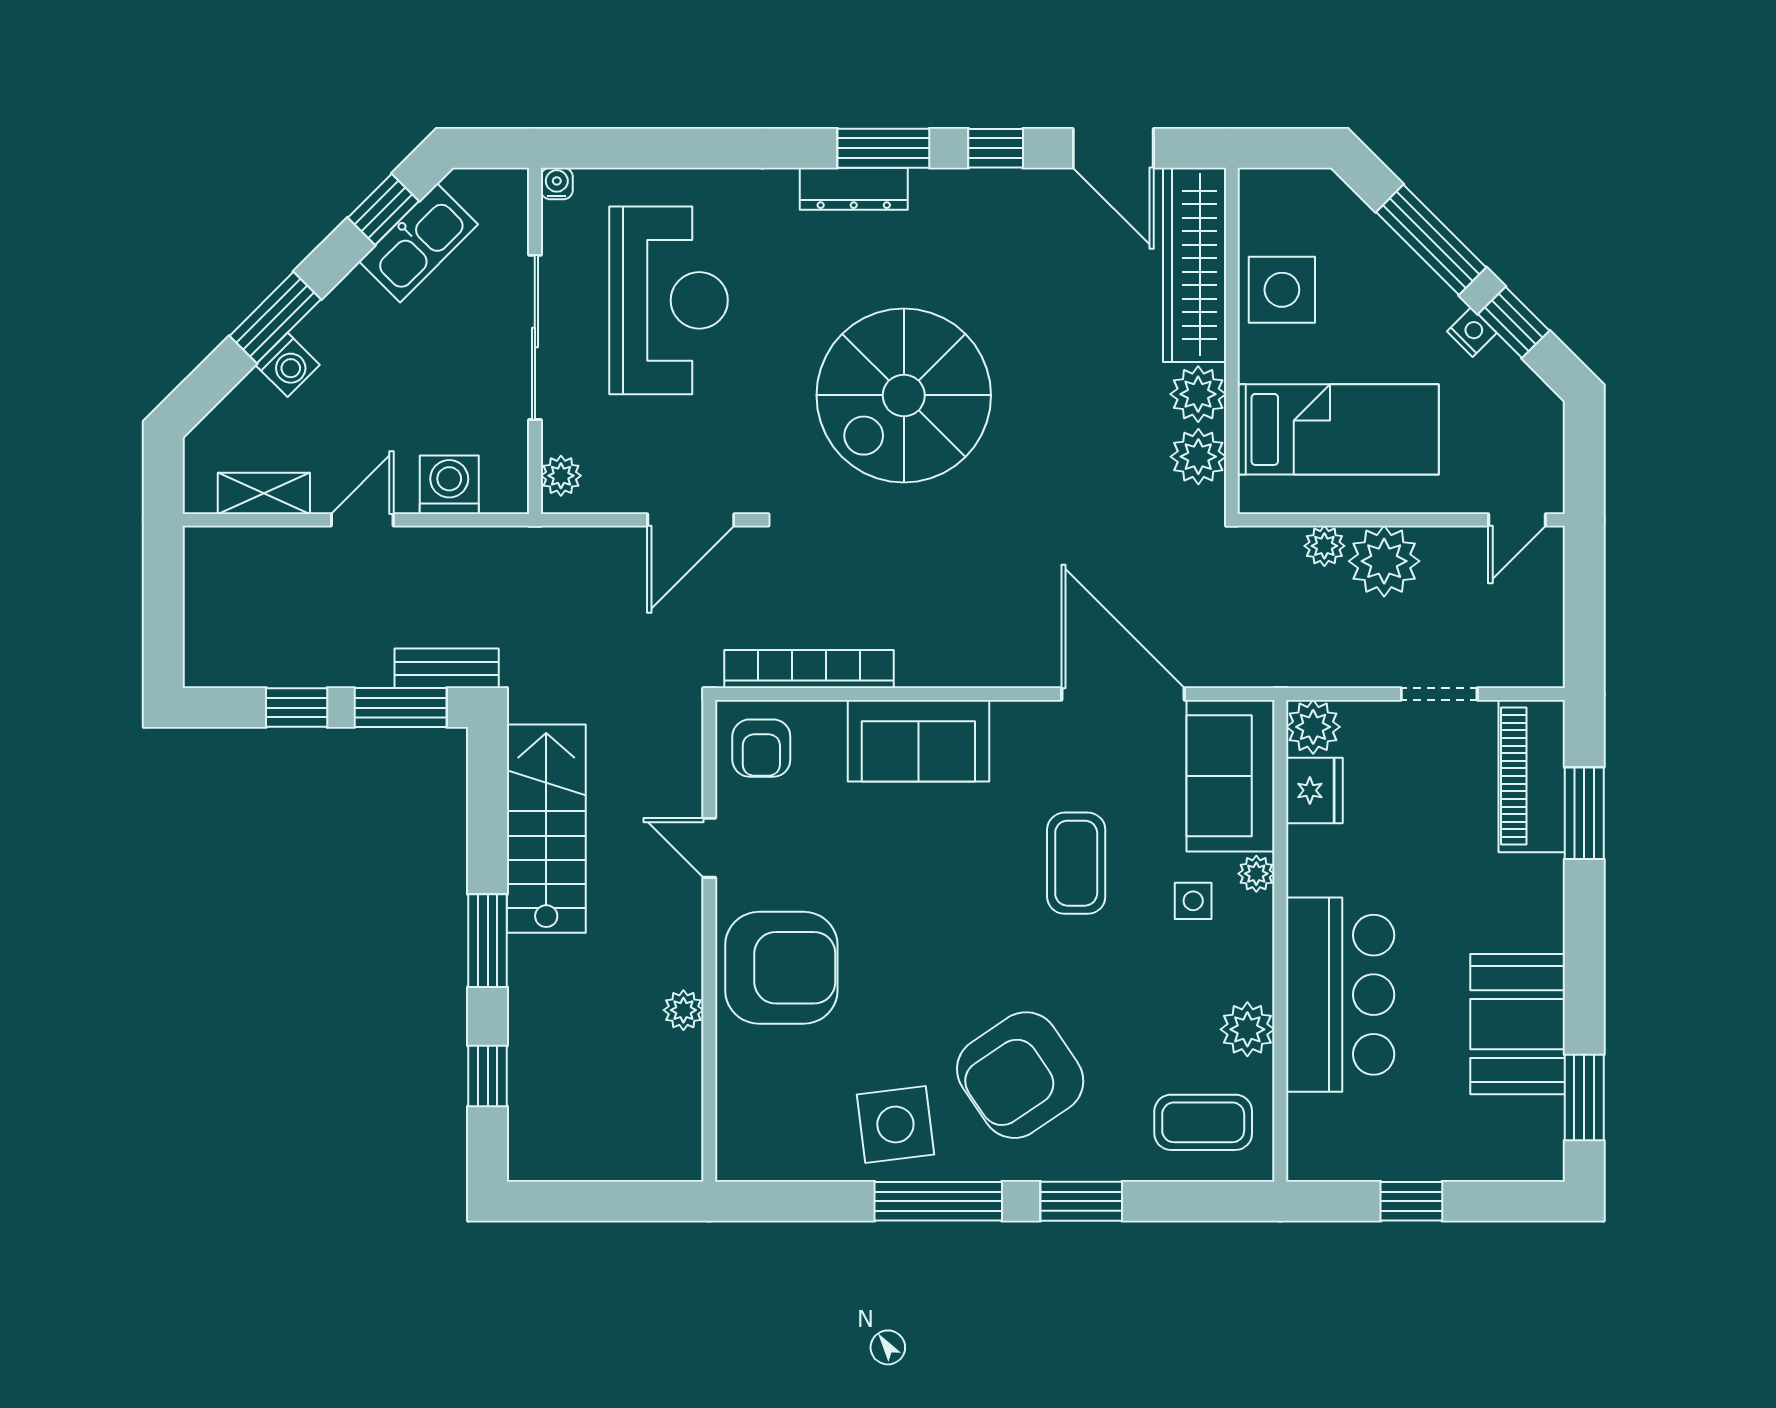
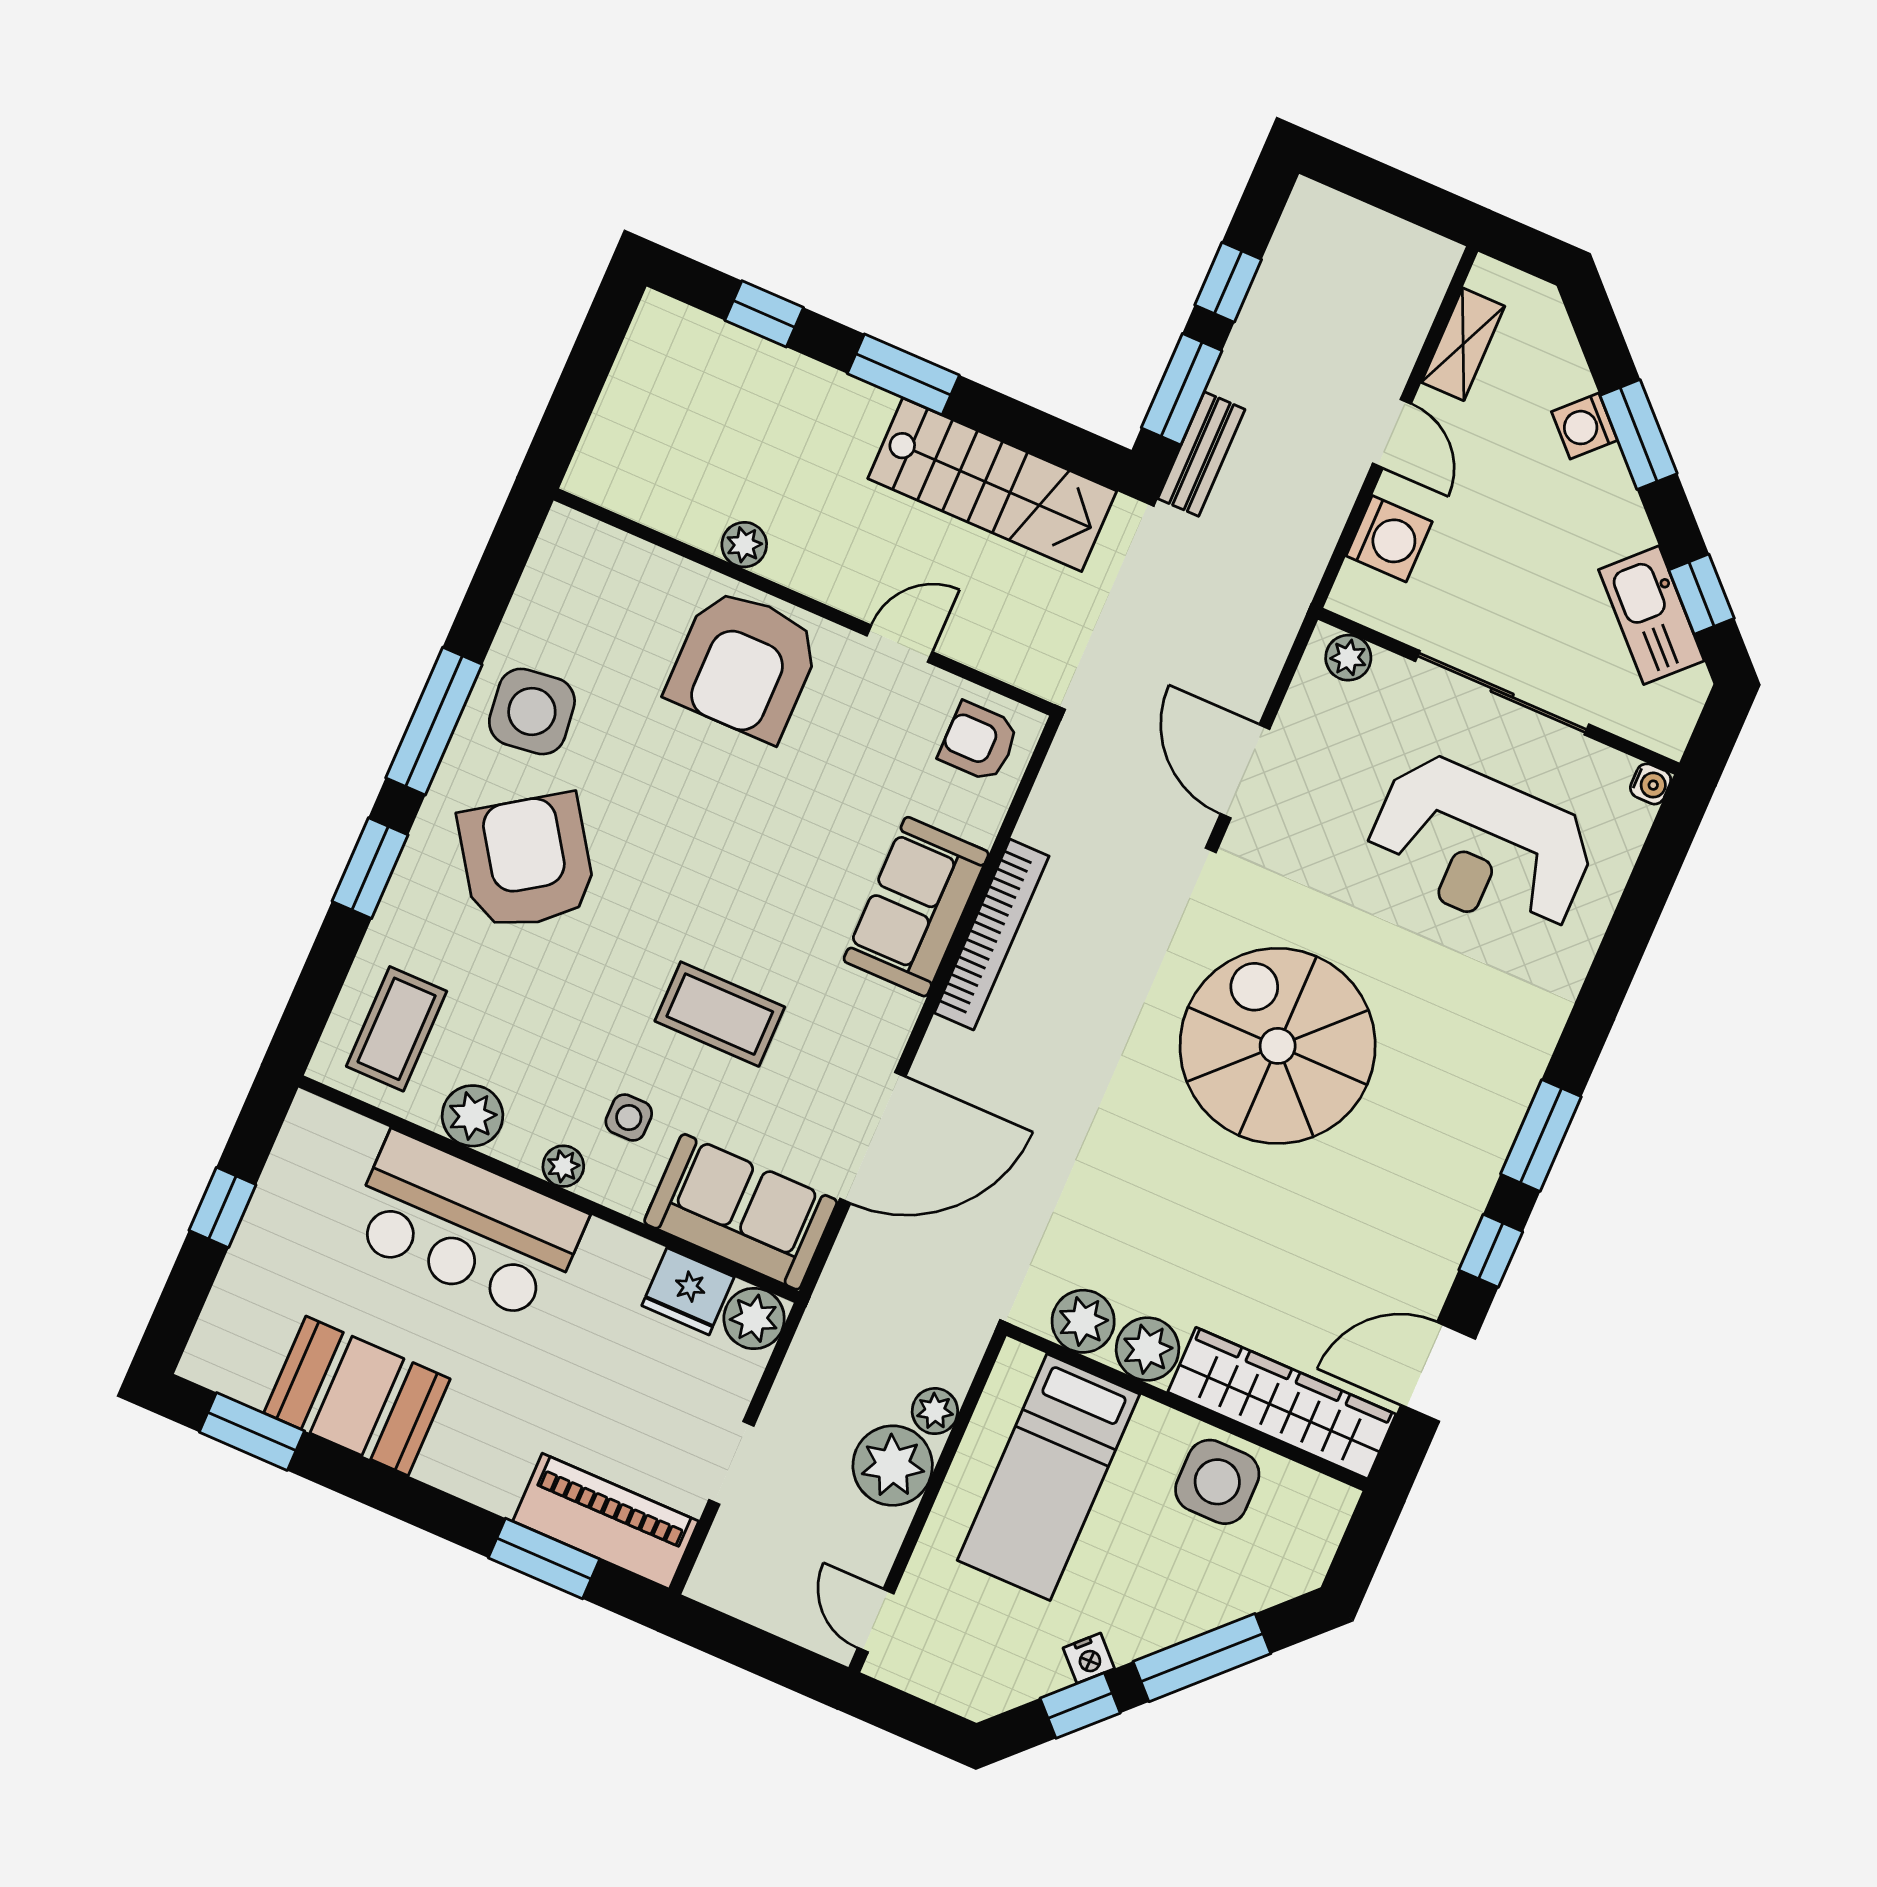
dresser: (854, 189) -> (1513, 1087), removed
bookcase: (809, 669) -> (992, 934), moved
plant: (1256, 874) -> (563, 1166), moved

